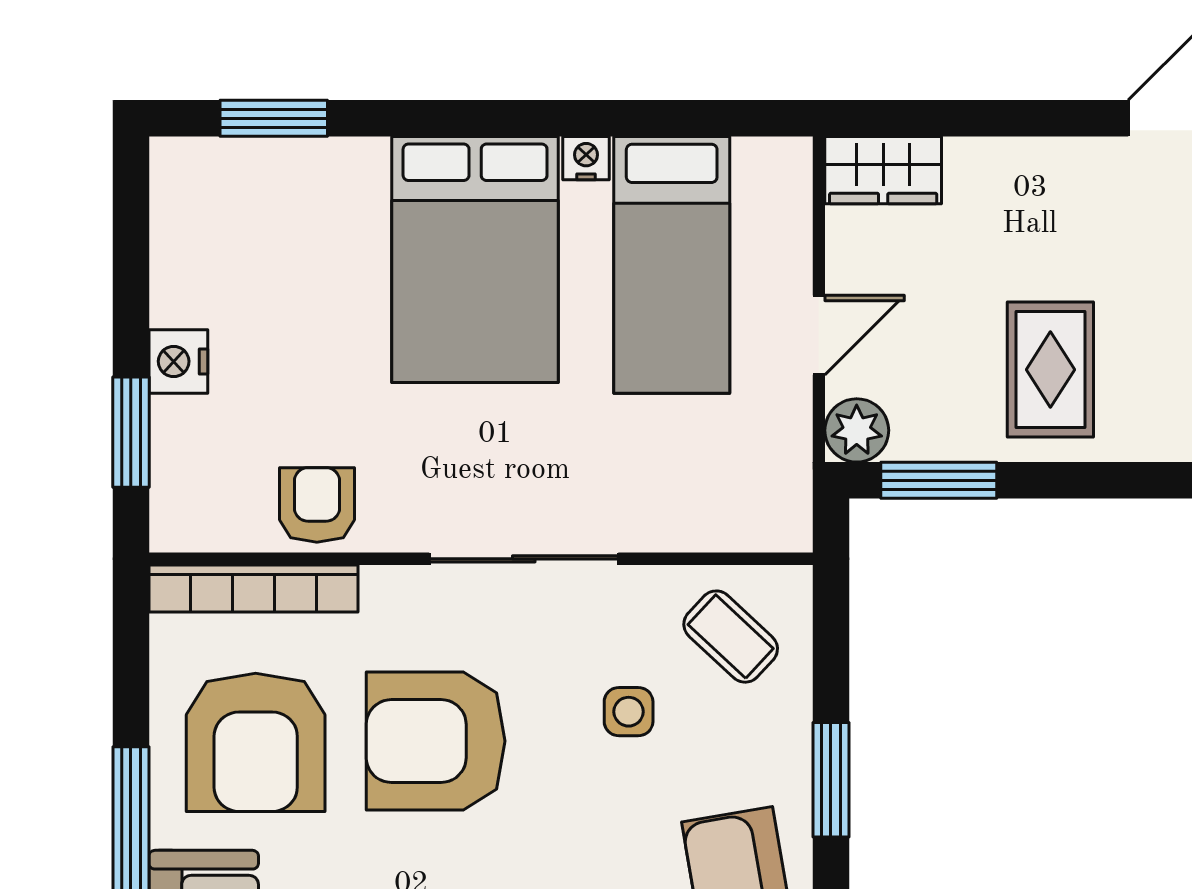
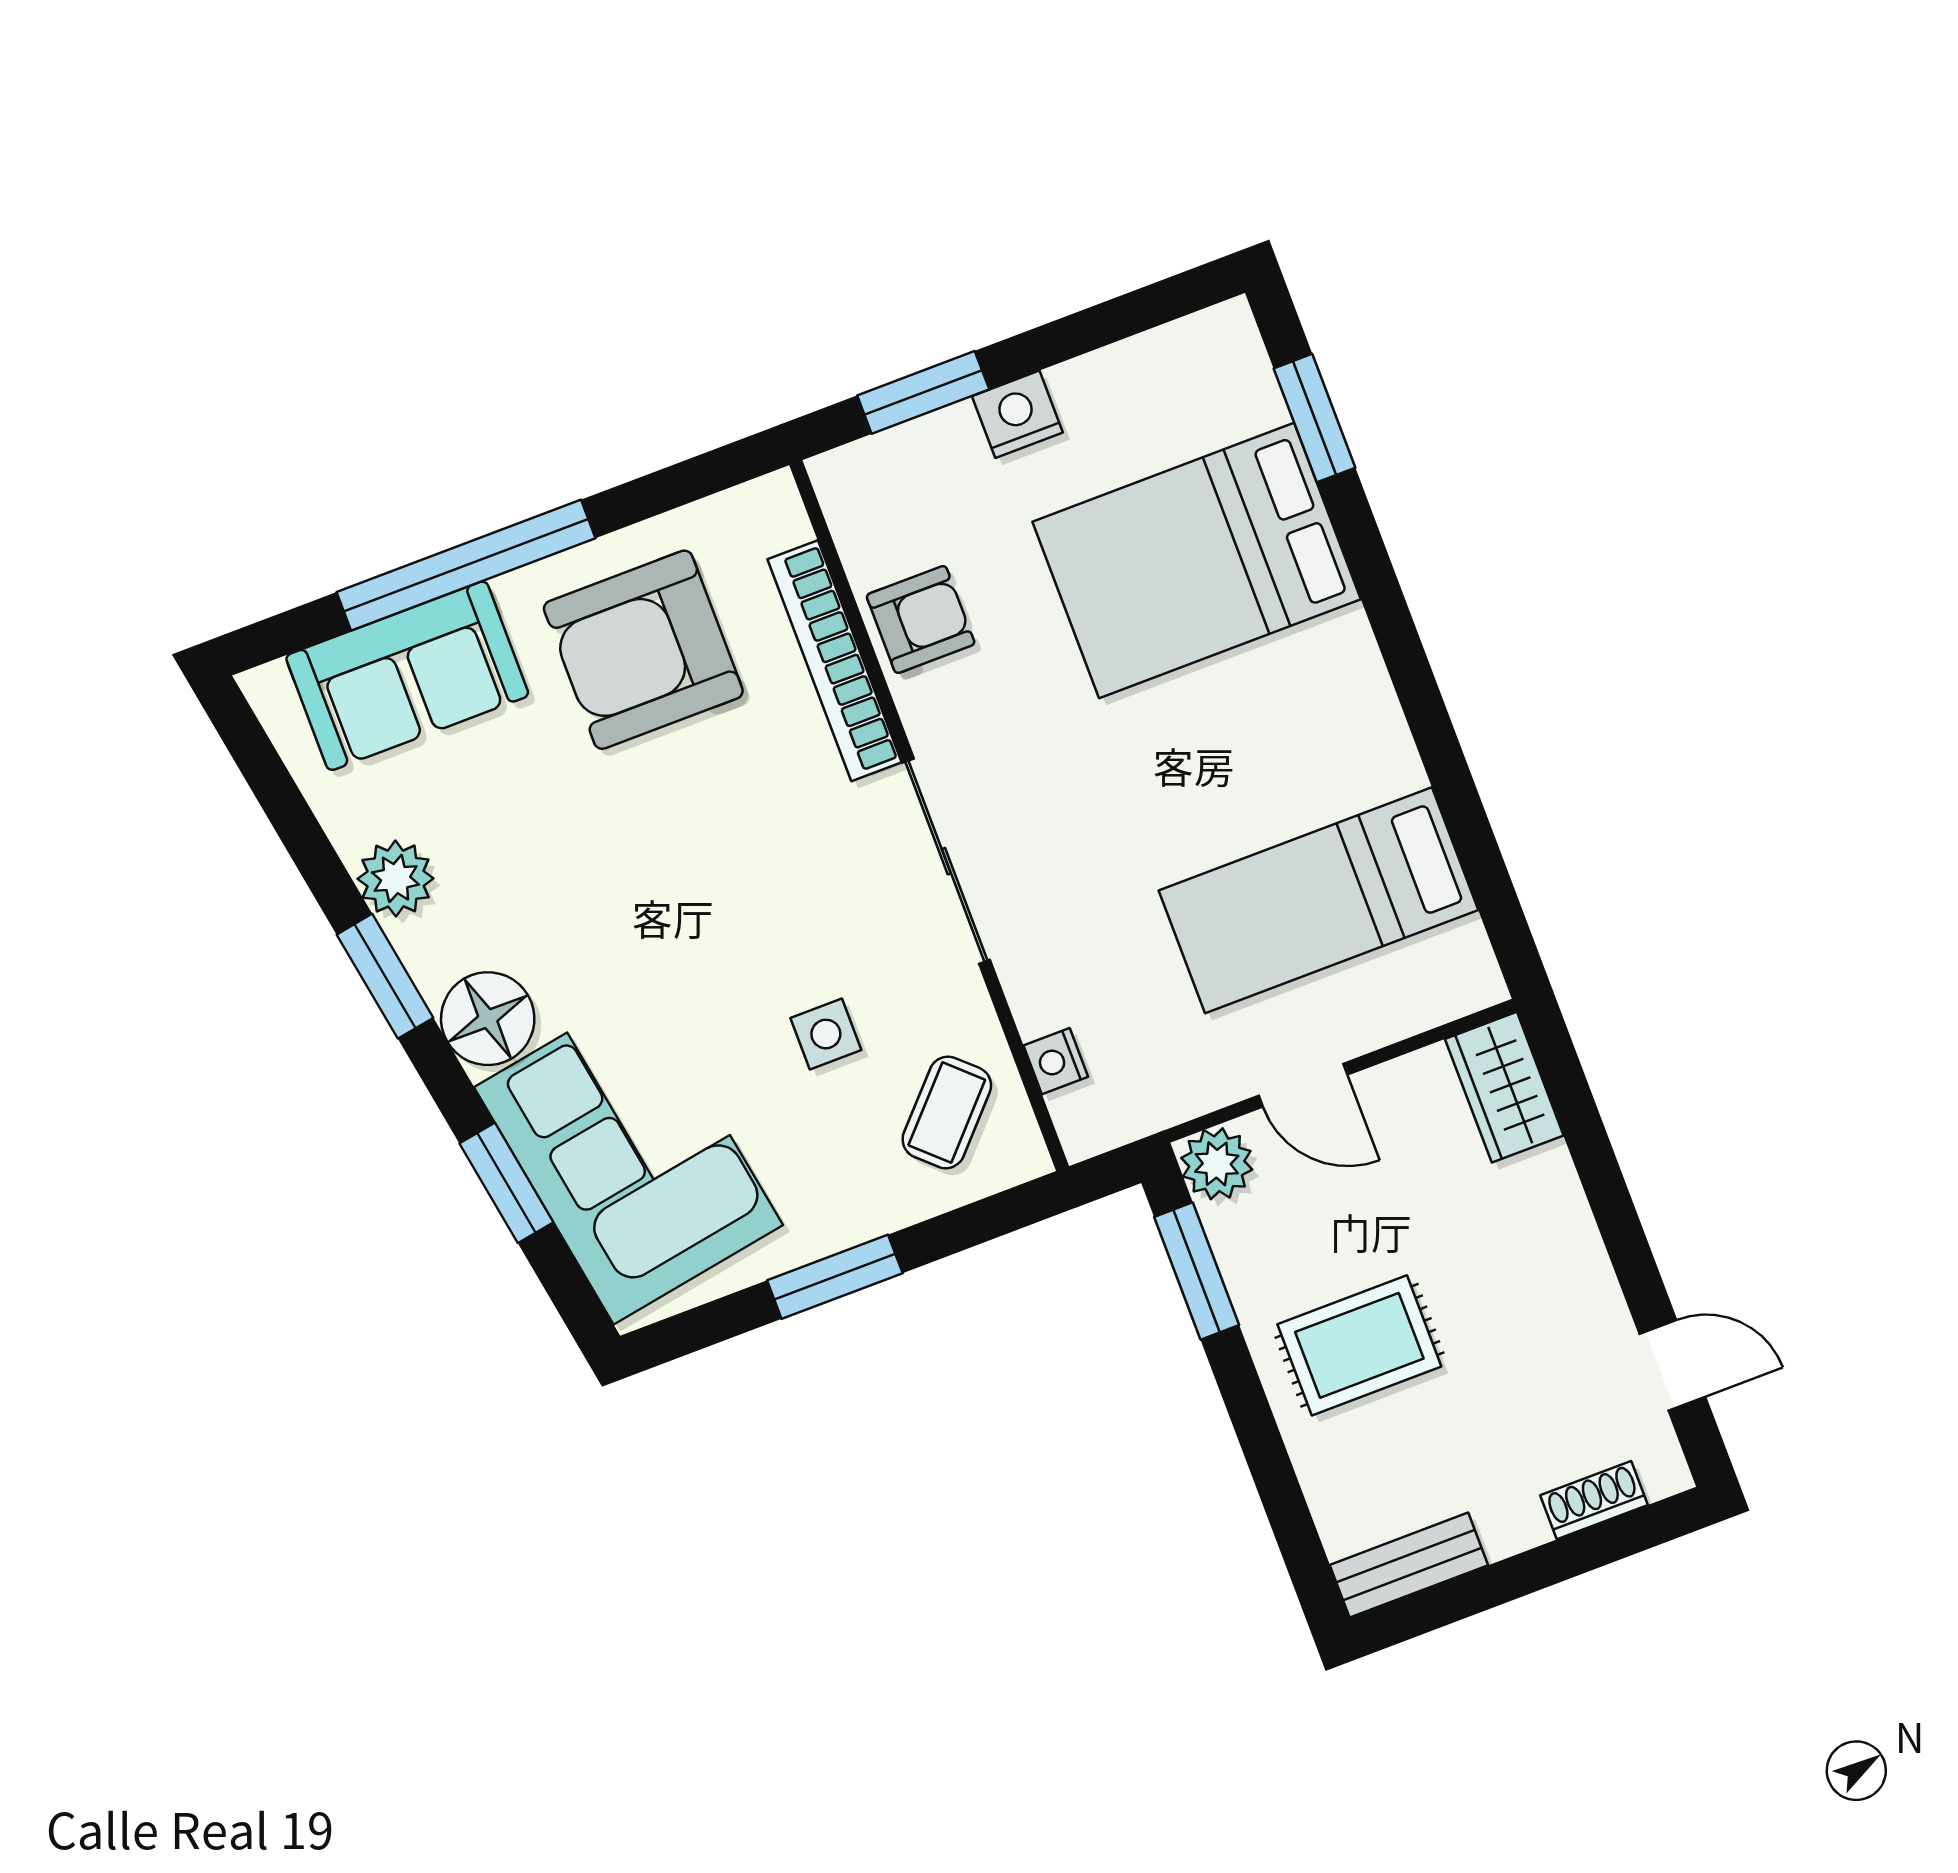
nightstand: (586, 158) -> (1056, 1061), moved, turned 180
bed: (475, 259) -> (1197, 560), moved
bookcase: (254, 589) -> (835, 661), moved
armchair: (436, 741) -> (717, 841), removed

